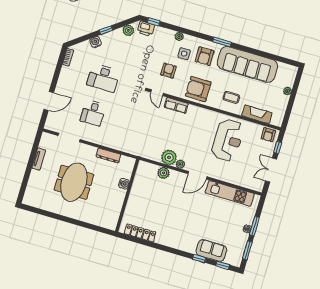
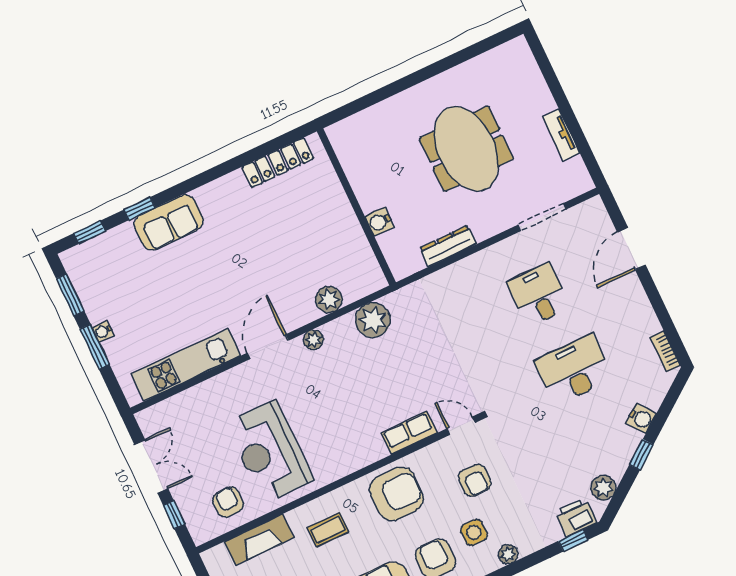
armchair: (268, 135) -> (228, 502), moved
plant: (169, 157) -> (373, 320), moved
sofa: (211, 251) -> (169, 222), moved

